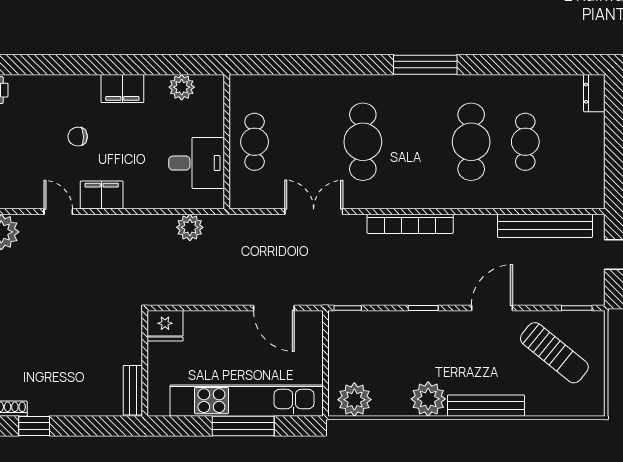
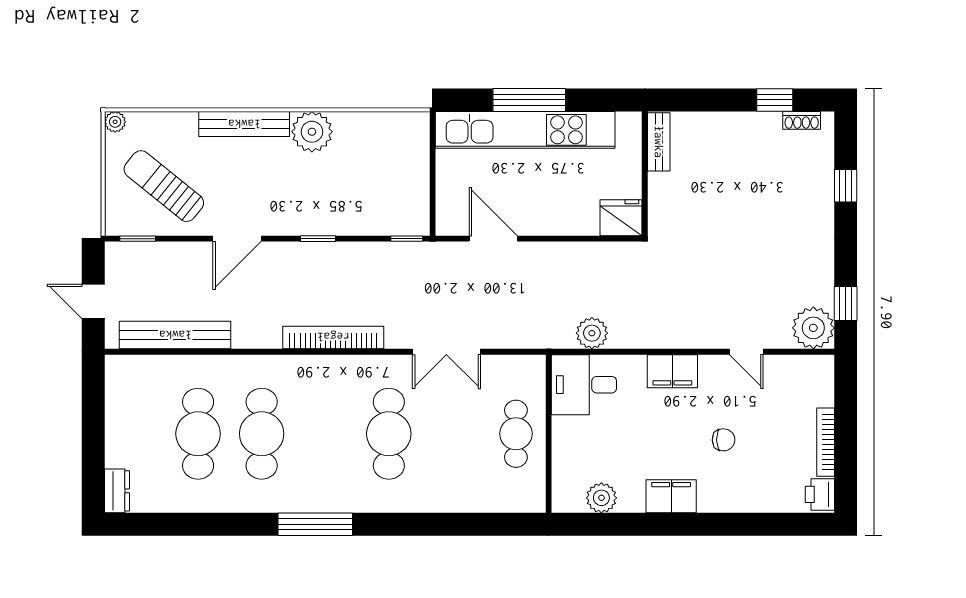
cafe table: (525, 142) -> (198, 434), width x1.37, depth x1.35
desk: (197, 163) -> (584, 385), moved
filing cabinet: (102, 195) -> (672, 371), moved
plant: (354, 400) -> (115, 122), moved, width x0.53, depth x0.53

